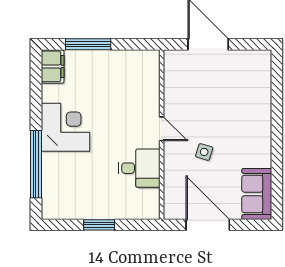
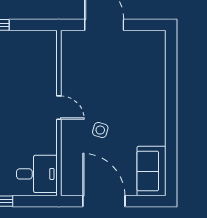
desk: (139, 168) -> (37, 174), moved

